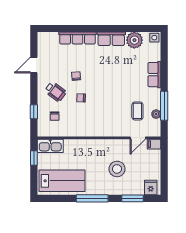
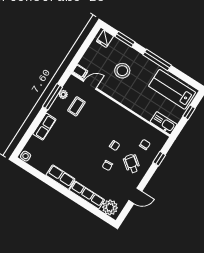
plant: (134, 40) -> (110, 207), moved
window: (34, 158) -> (189, 112), moved

